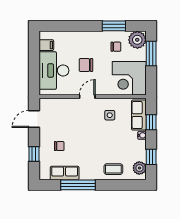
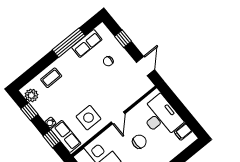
side table: (110, 115) -> (89, 118), width x1.87, depth x1.87

